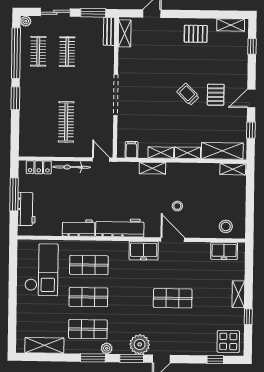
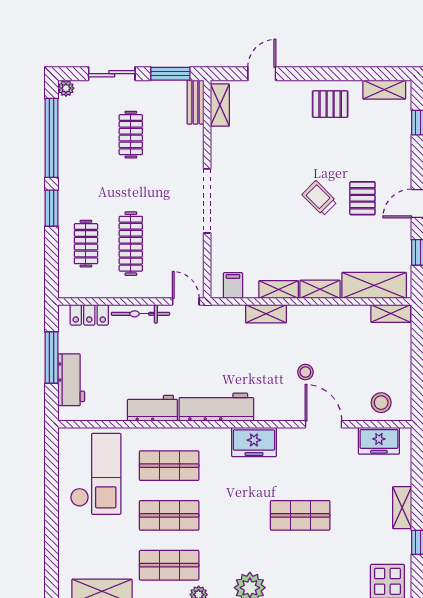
clothes rail: (38, 51) -> (86, 244), moved
door: (173, 240) -> (323, 424), moved

